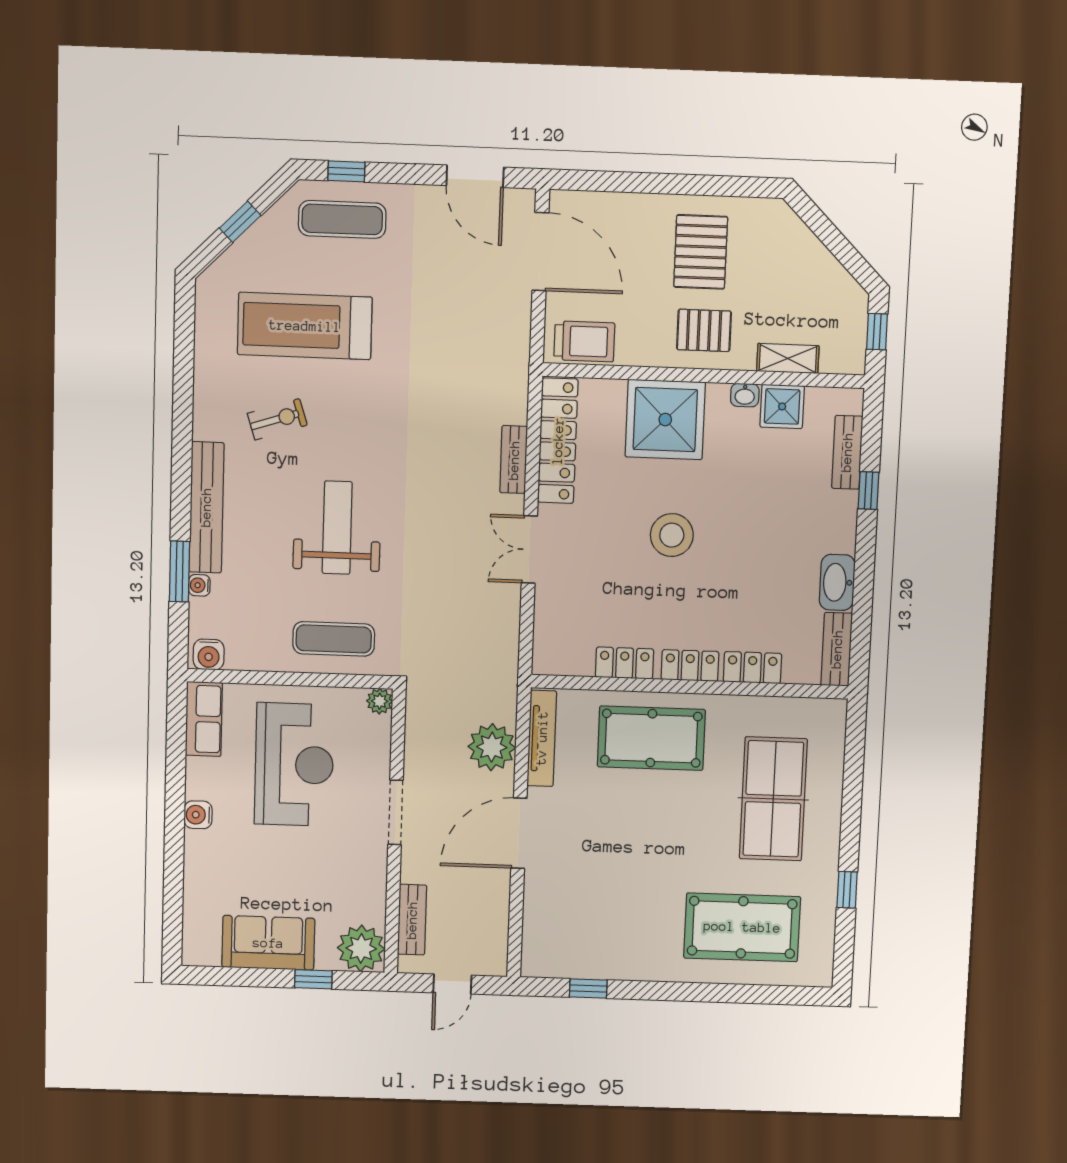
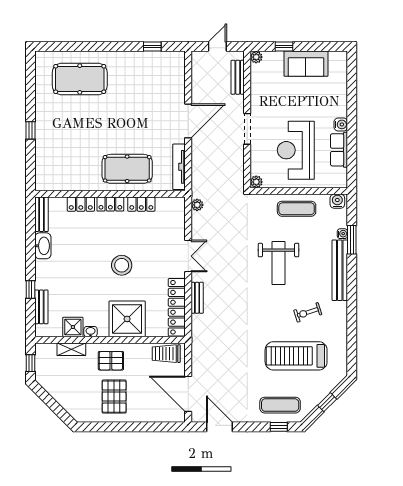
treadmill: (305, 326) -> (296, 356), turned 180
exercise mat: (334, 639) -> (297, 209), moved
row of seats: (204, 719) -> (339, 150), moved
plant: (492, 747) -> (197, 205), moved, width x0.53, depth x0.53
table tennis table: (773, 799) -> (68, 142), removed
window: (847, 890) -> (30, 130), moved
plant: (361, 948) -> (256, 57), width x0.53, depth x0.53

